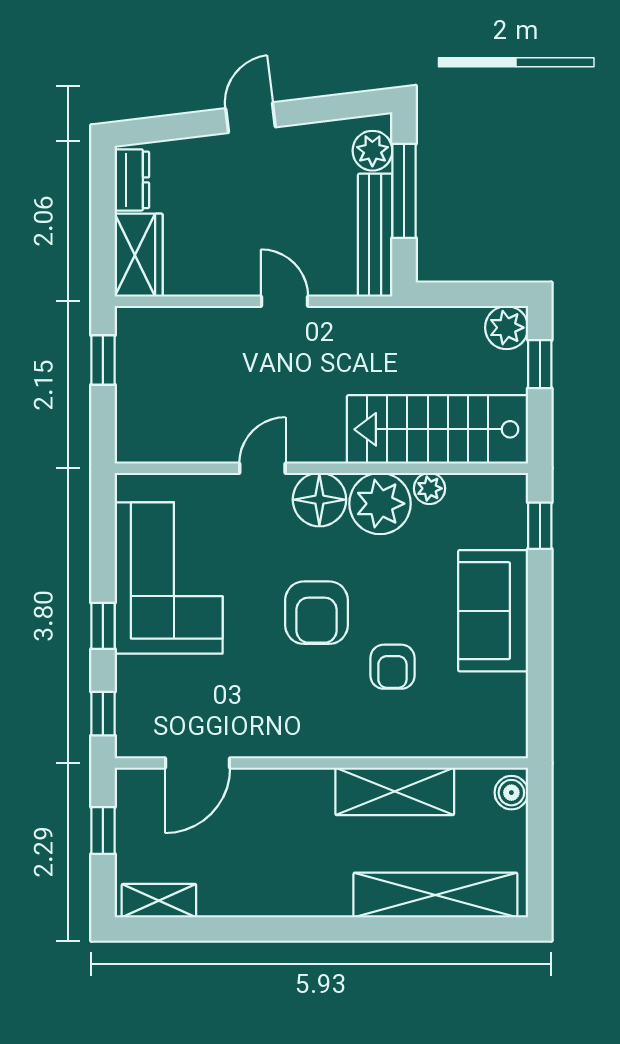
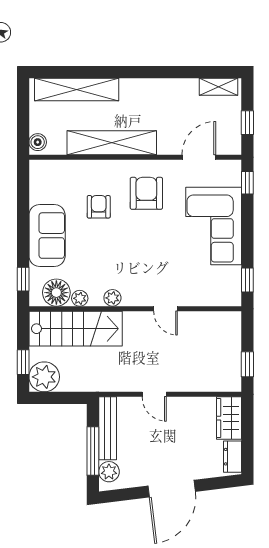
door: (250, 118) -> (172, 489), width x1.88
plant: (507, 328) -> (44, 377), width x1.36, depth x1.36
door: (262, 468) -> (165, 309), hinge flipped
floor lamp: (319, 500) -> (56, 293), moved
plant: (380, 504) -> (112, 298), width x0.53, depth x0.53
corner sofa: (169, 578) -> (214, 226), moved
armchair: (316, 613) -> (146, 193), moved
window: (103, 626) -> (247, 280), moved
shelving: (395, 791) -> (112, 143), width x1.47

